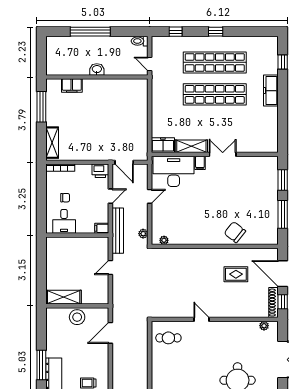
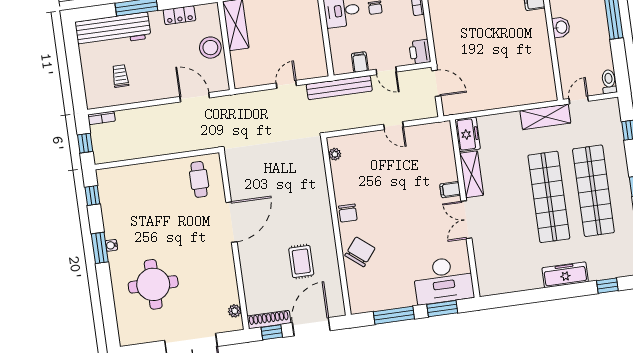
shelving: (158, 89) -> (545, 117), added
double door: (223, 154) -> (466, 220), swing flipped
door: (124, 162) -> (436, 83), swing flipped
desk: (174, 171) -> (443, 280), moved, turned 90
filing cabinet: (102, 228) -> (360, 62), moved
plant: (143, 234) -> (340, 124), removed
chair: (206, 237) -> (348, 213), added
door: (110, 267) -> (286, 84), hinge flipped
door: (201, 319) -> (231, 222), width x1.87
locker: (51, 336) -> (179, 15), added

